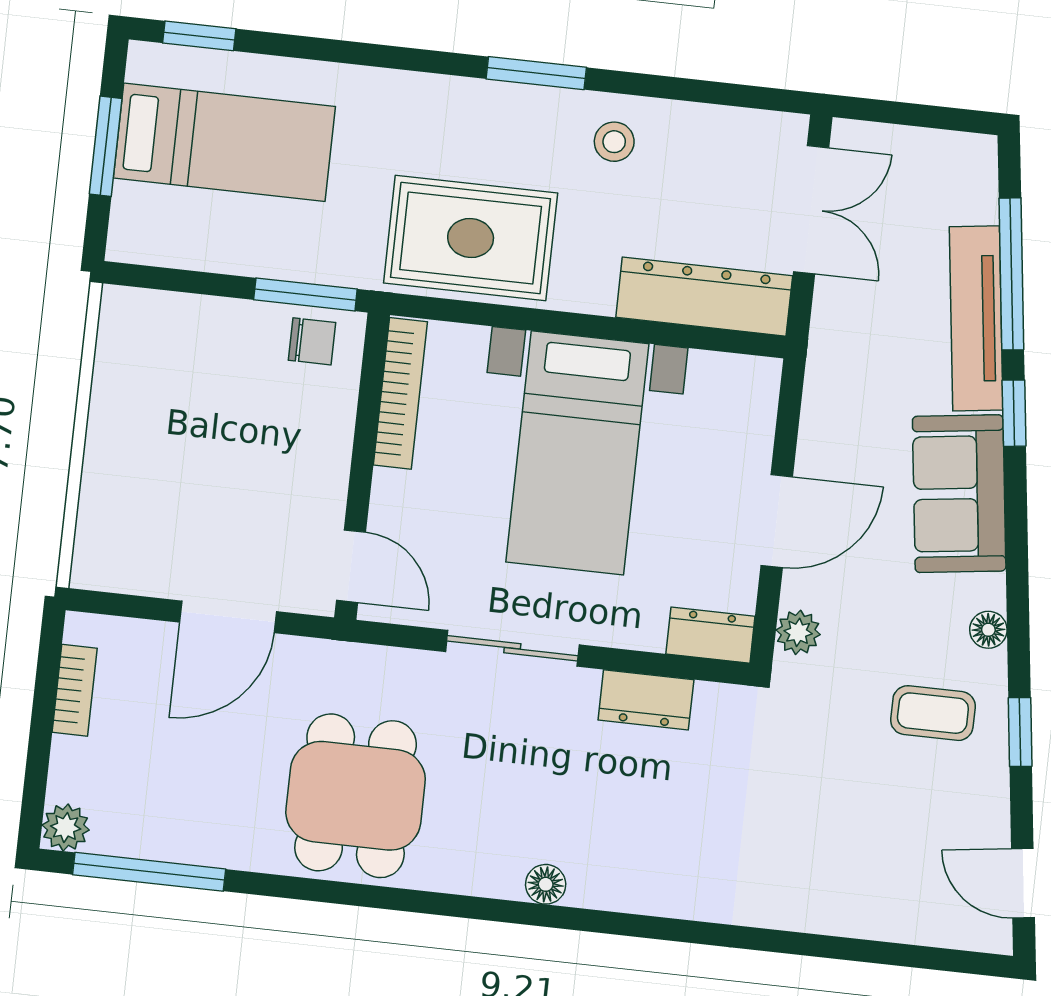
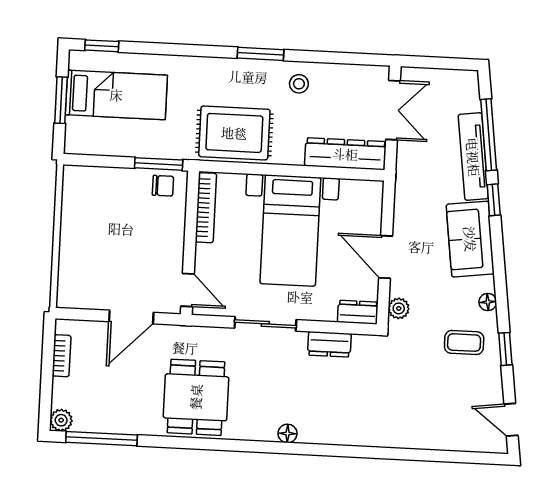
door: (777, 521) -> (386, 257), swing flipped

